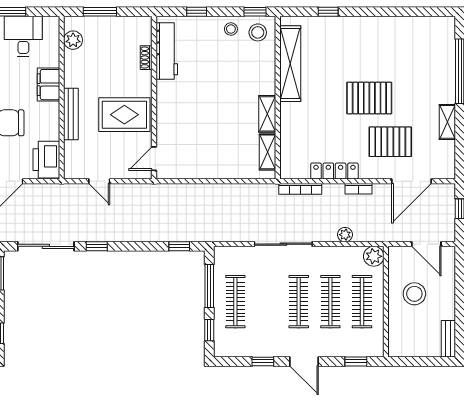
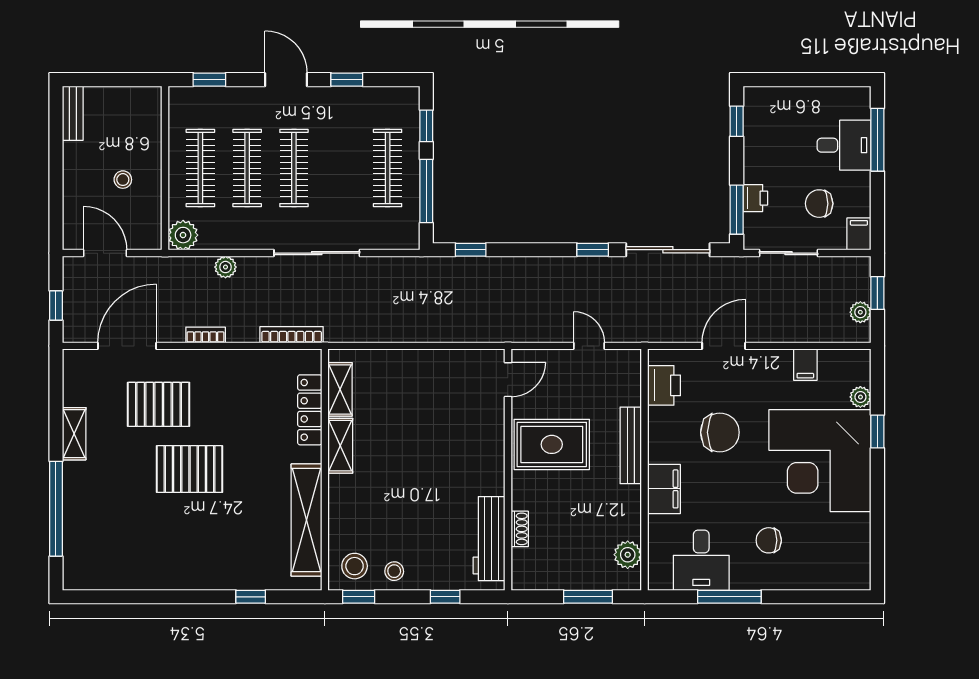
printer: (46, 160) -> (664, 385), width x0.73, depth x0.84
locker: (334, 171) -> (310, 410), moved, turned 90
stool: (414, 294) -> (123, 180), width x0.53, depth x0.53

